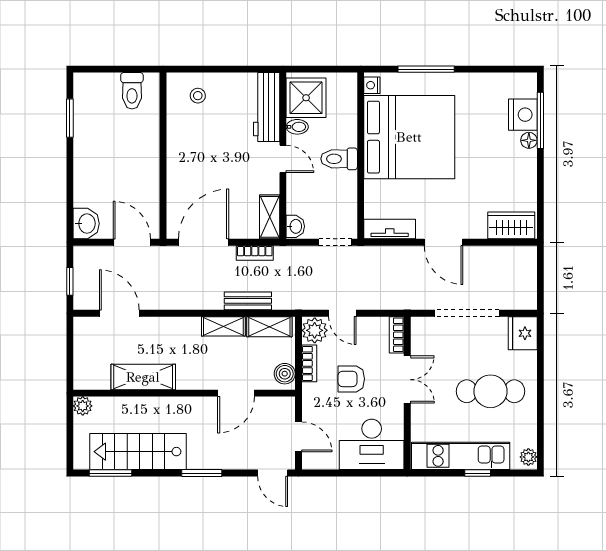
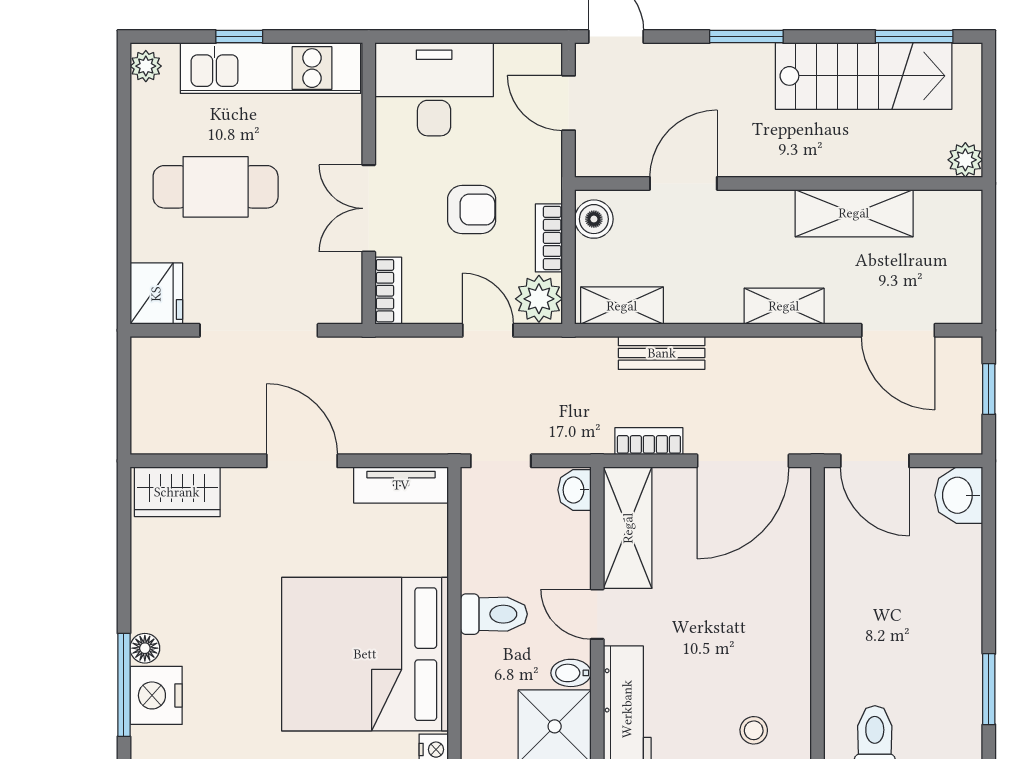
shelving: (270, 217) -> (628, 528), width x1.50, depth x1.33
shelving: (223, 326) -> (784, 306), moved

